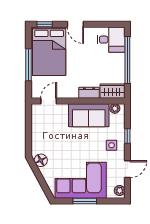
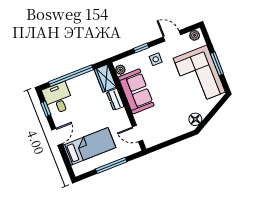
window: (45, 24) -> (46, 109), moved
bed: (49, 51) -> (89, 146), width x0.67

